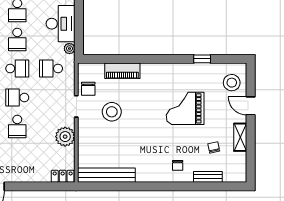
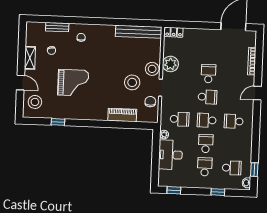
stool: (88, 130) -> (152, 69), added

